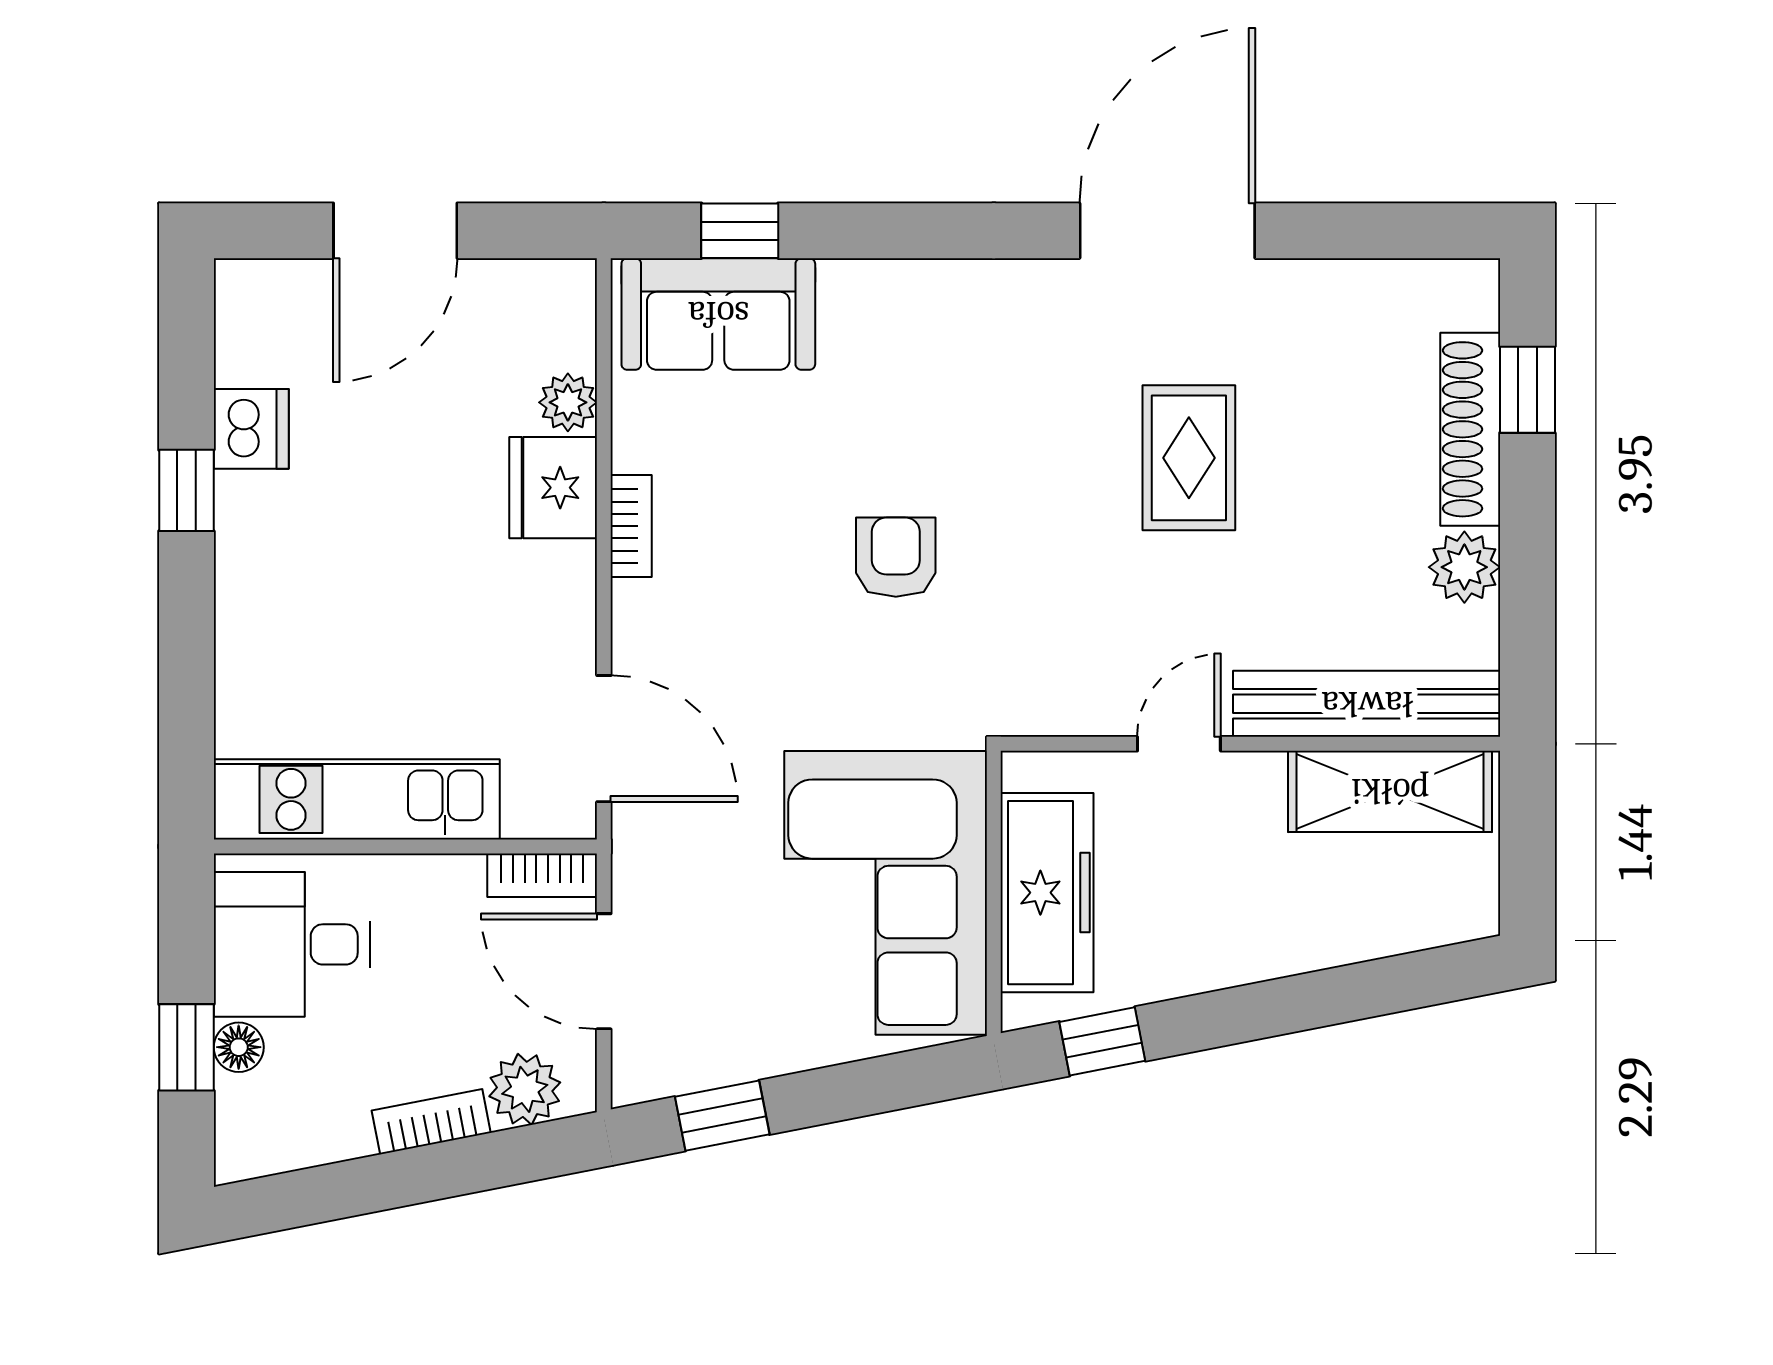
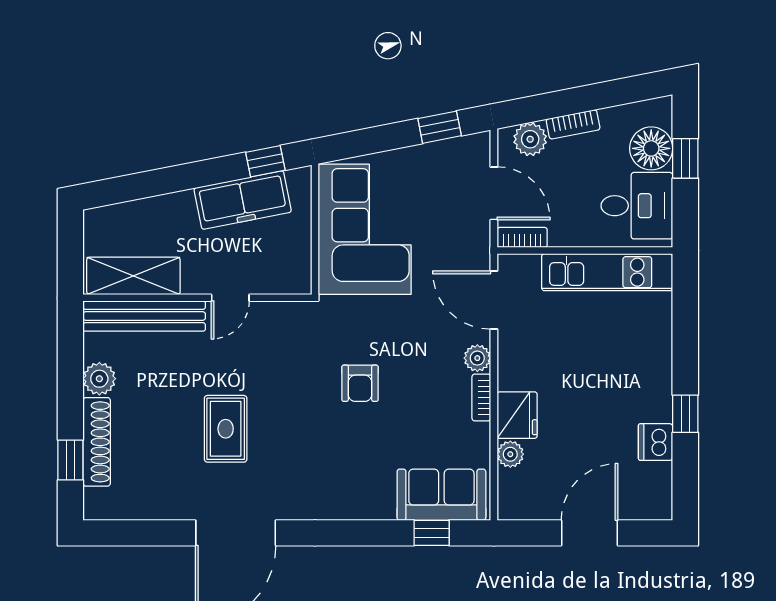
plant: (640, 612) -> (477, 358), added
freezer: (1047, 893) -> (243, 200), moved, turned -101
floor lamp: (239, 1047) -> (651, 148), width x1.89, depth x1.89

